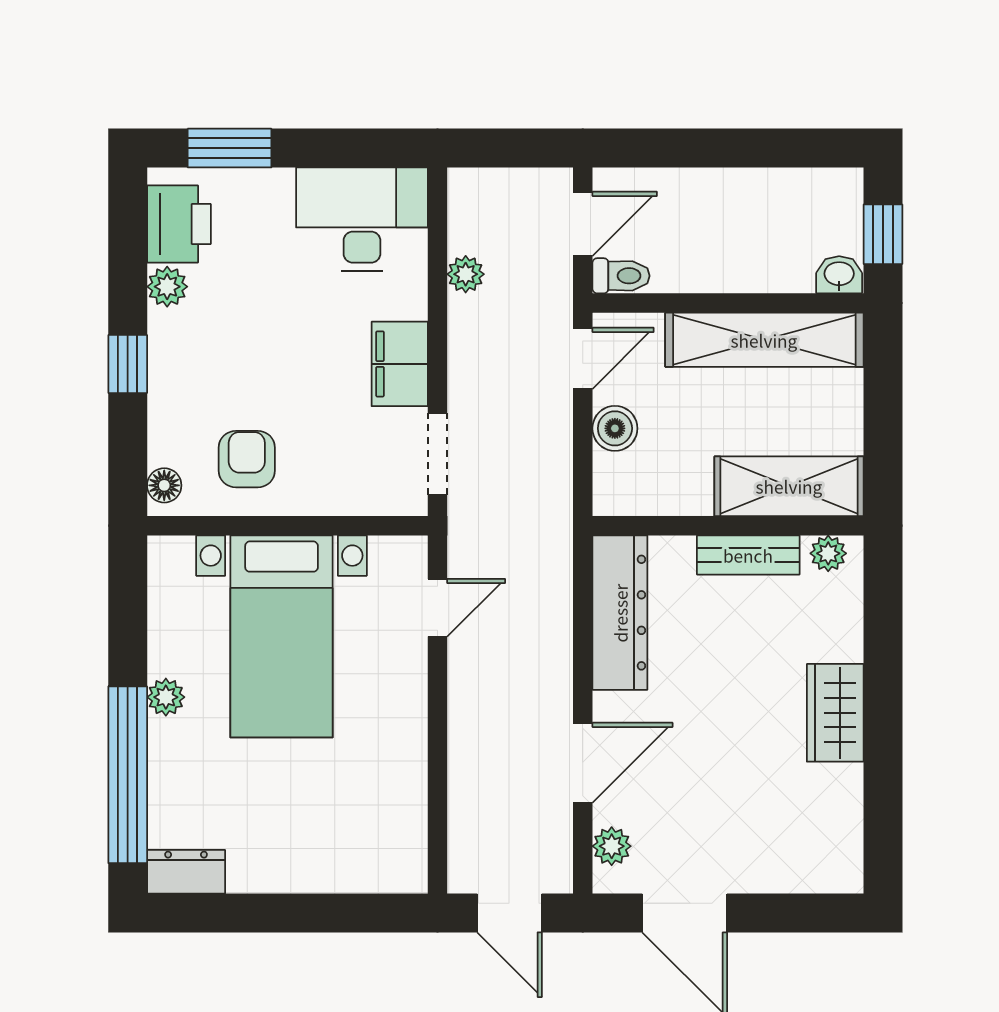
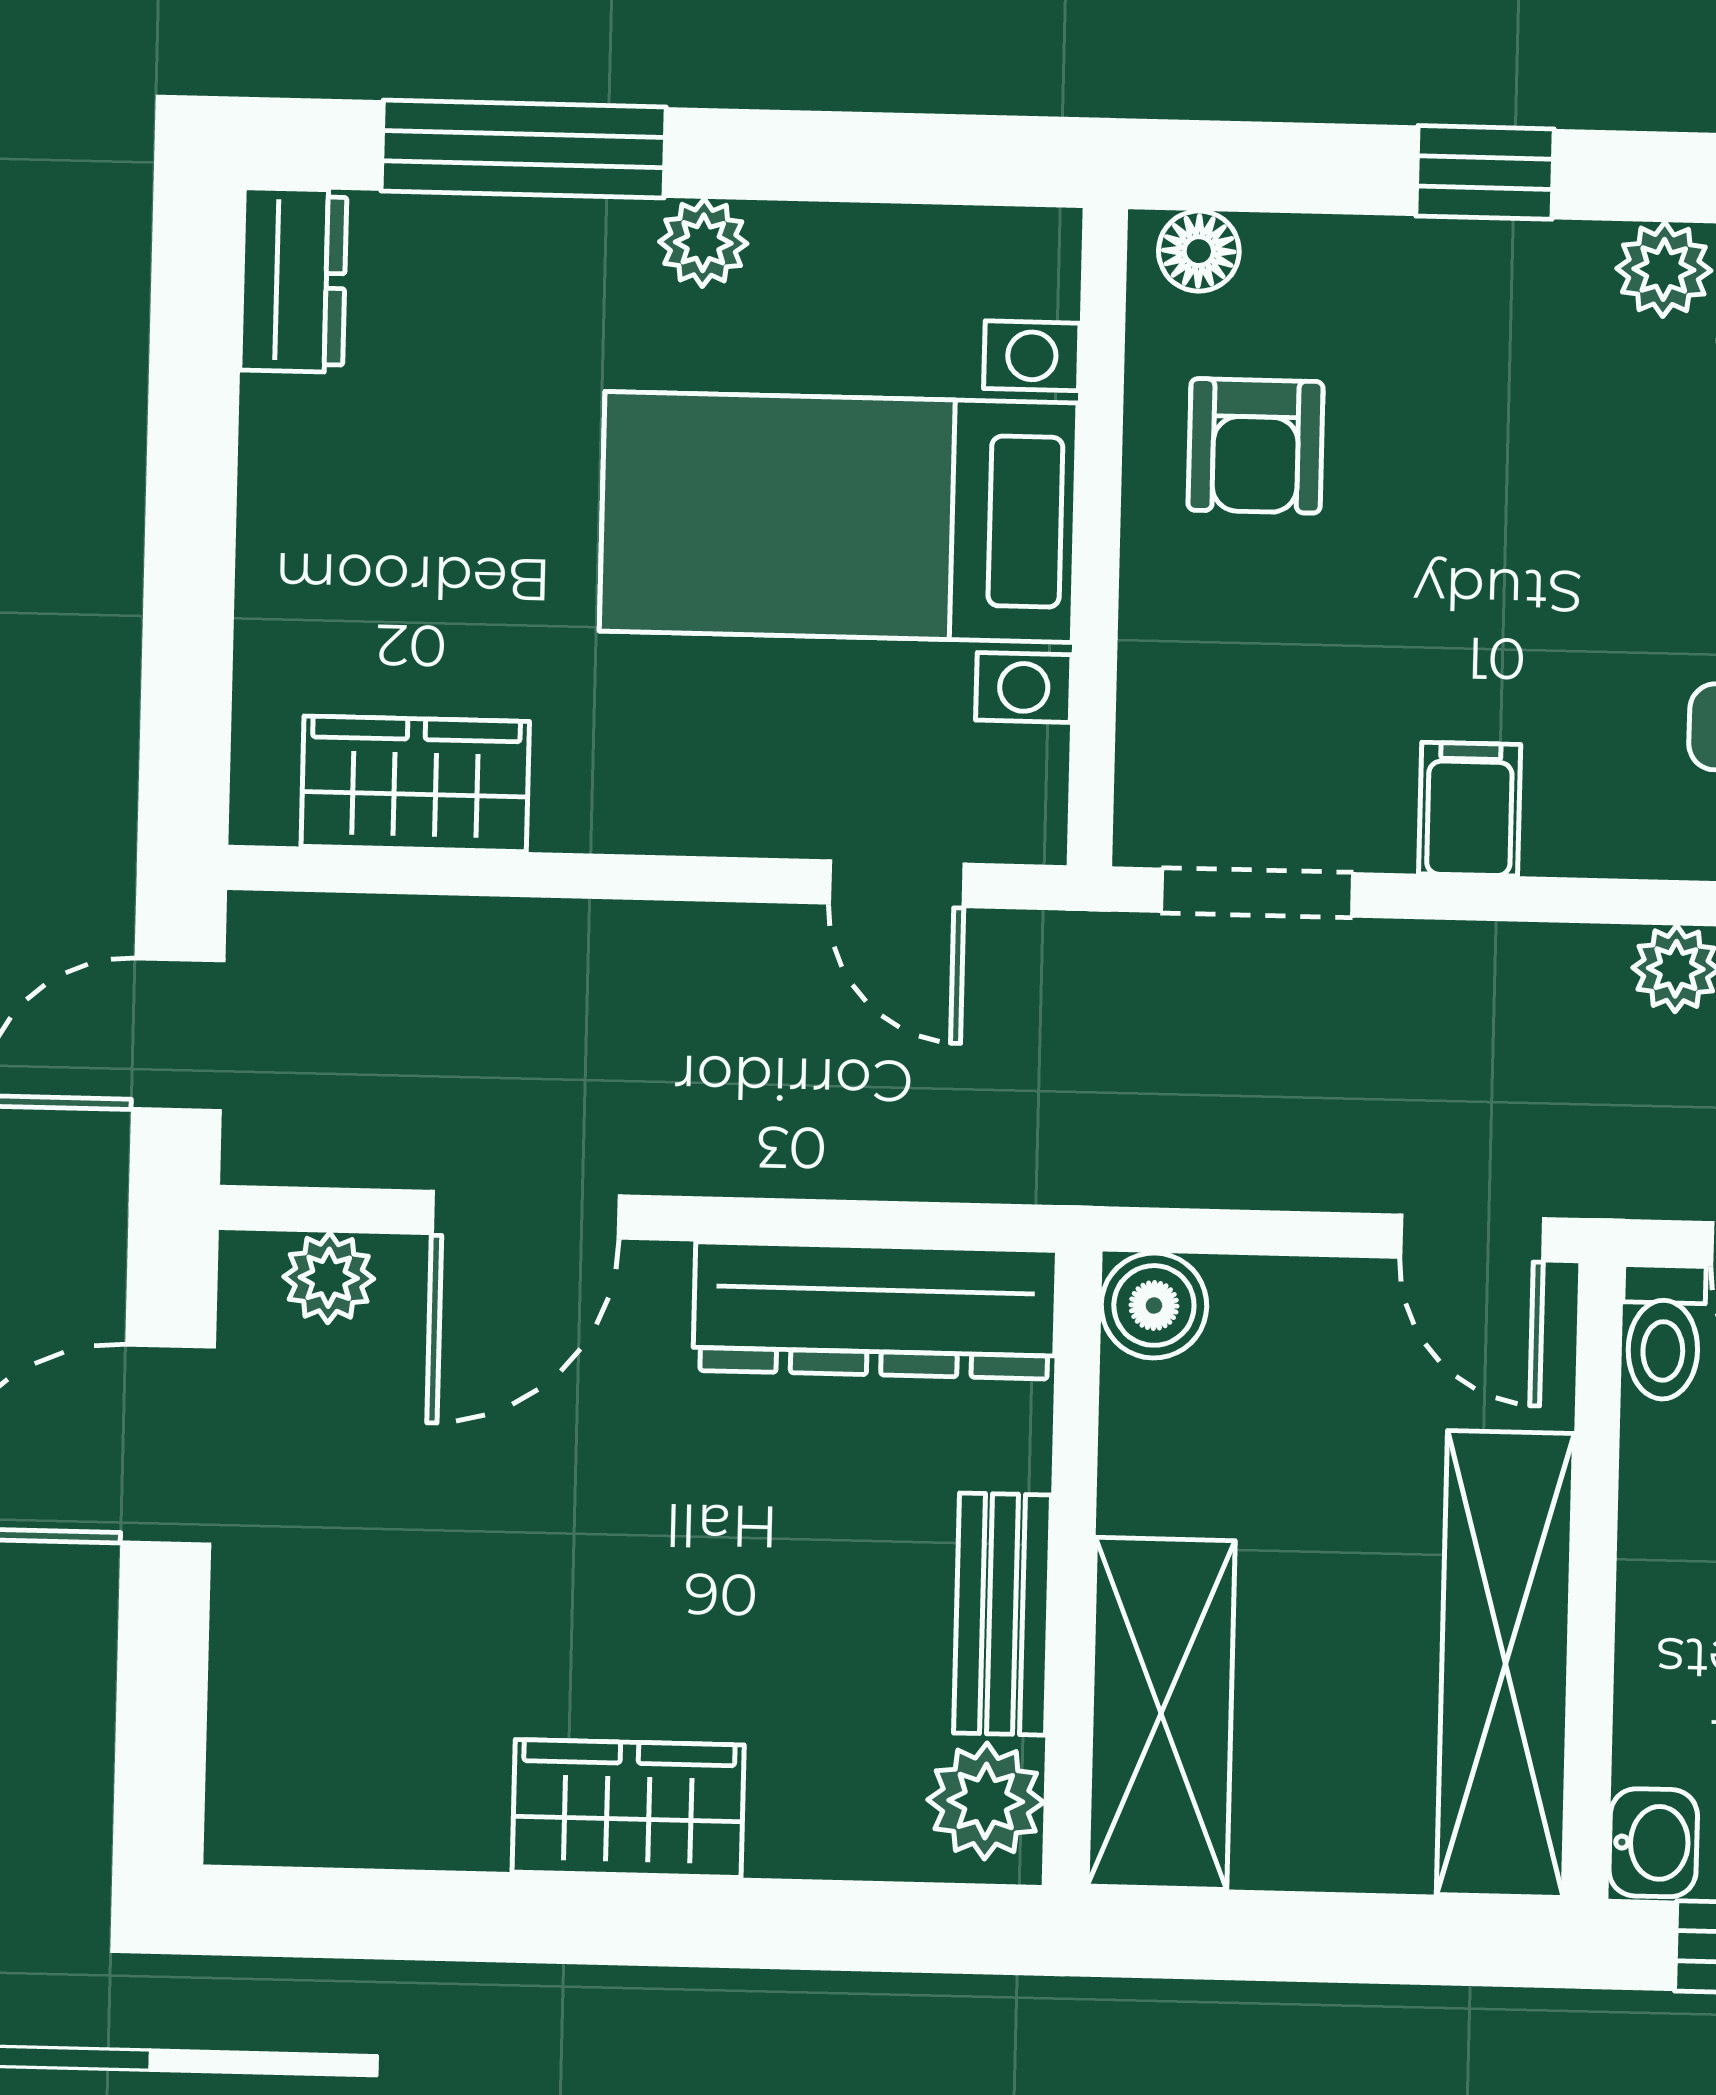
filing cabinet: (400, 364) -> (1470, 809), width x0.50
boiler: (615, 428) -> (1154, 1305), moved
armchair: (247, 459) -> (1256, 446), turned 90
plant: (828, 553) -> (986, 1801), width x1.38, depth x1.38
door: (583, 763) -> (526, 1215), hinge flipped
window: (128, 775) -> (524, 149), width x0.68
wardrobe: (400, 814) -> (415, 784), added

